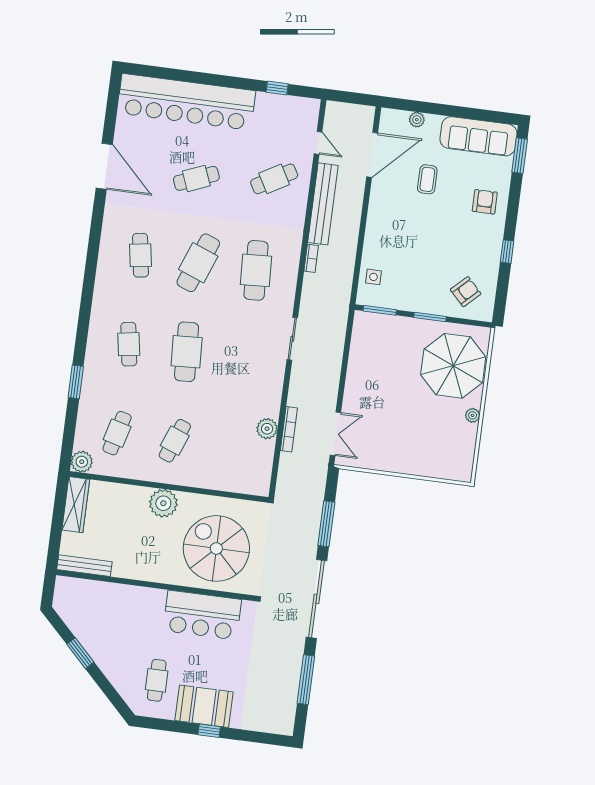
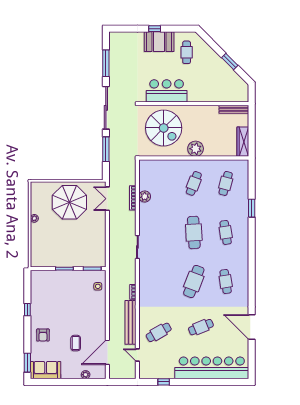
sofa: (478, 136) -> (46, 370), width x0.73
cafe table: (256, 270) -> (162, 281), removed
armchair: (466, 292) -> (47, 285), removed
parasol: (453, 366) -> (69, 202), moved
plant: (82, 462) -> (243, 165), removed

